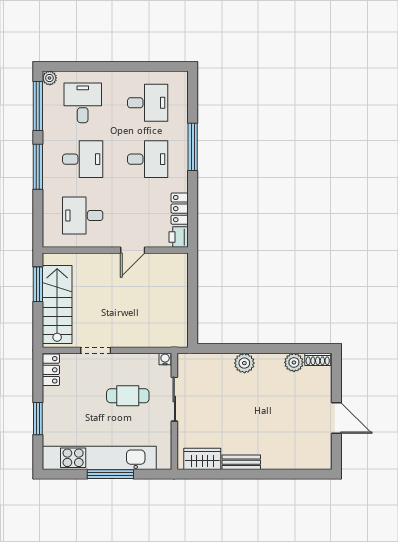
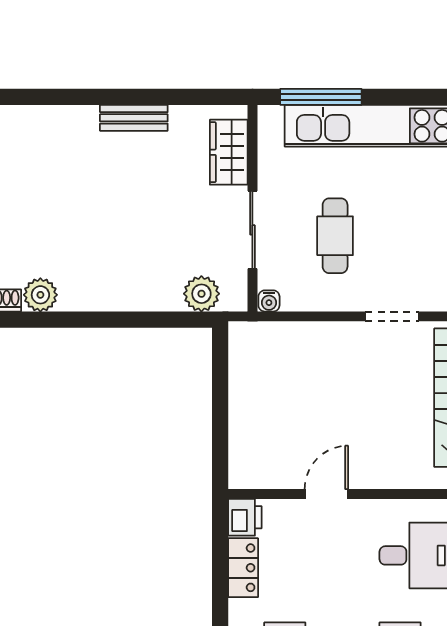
plant: (244, 363) -> (201, 294), moved
cafe table: (128, 396) -> (335, 236), turned 90
wardrobe: (202, 459) -> (229, 152), moved, turned 90
window: (110, 474) -> (321, 97), moved

